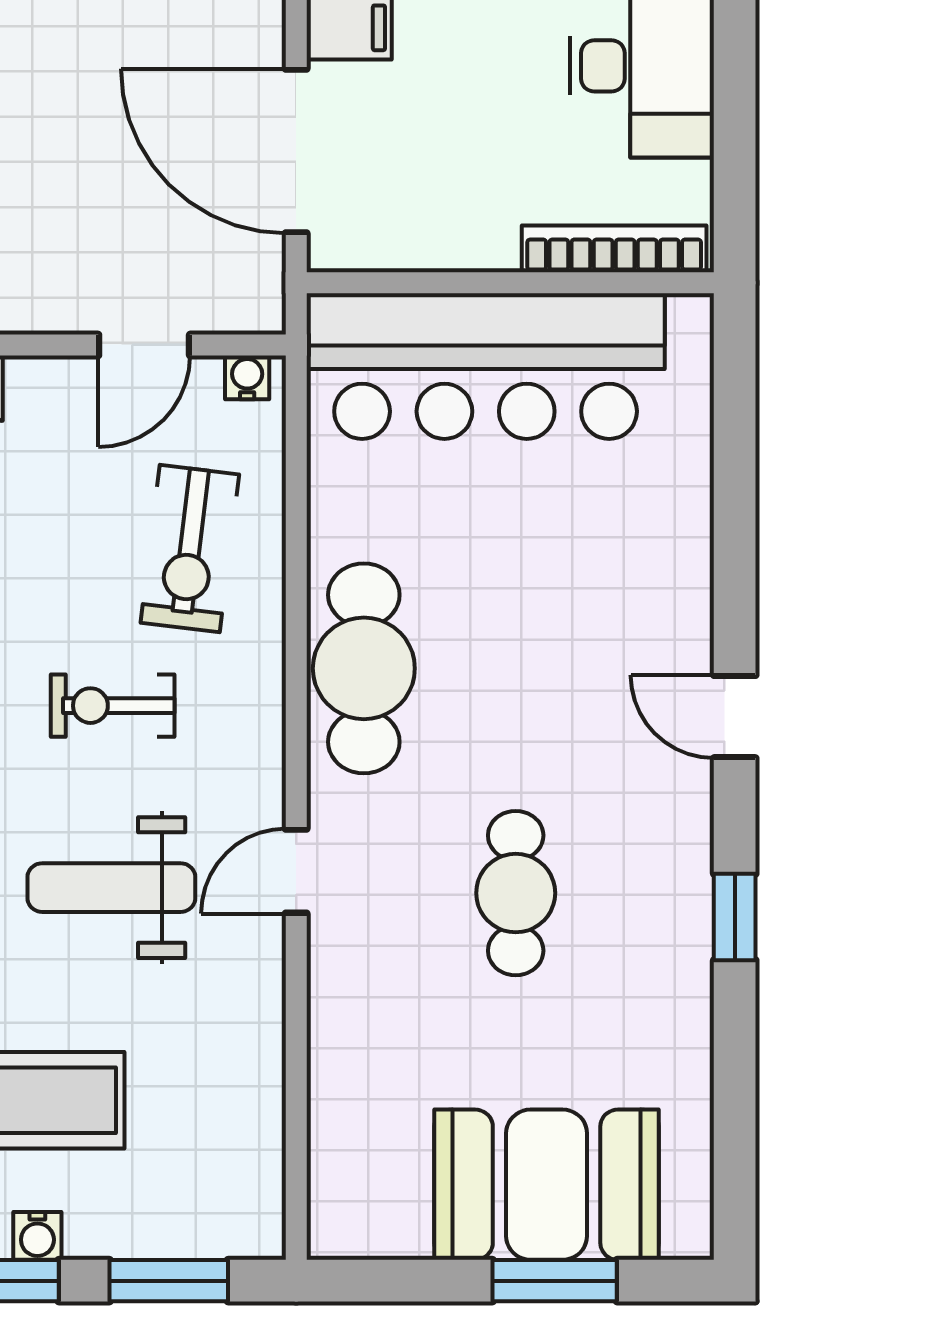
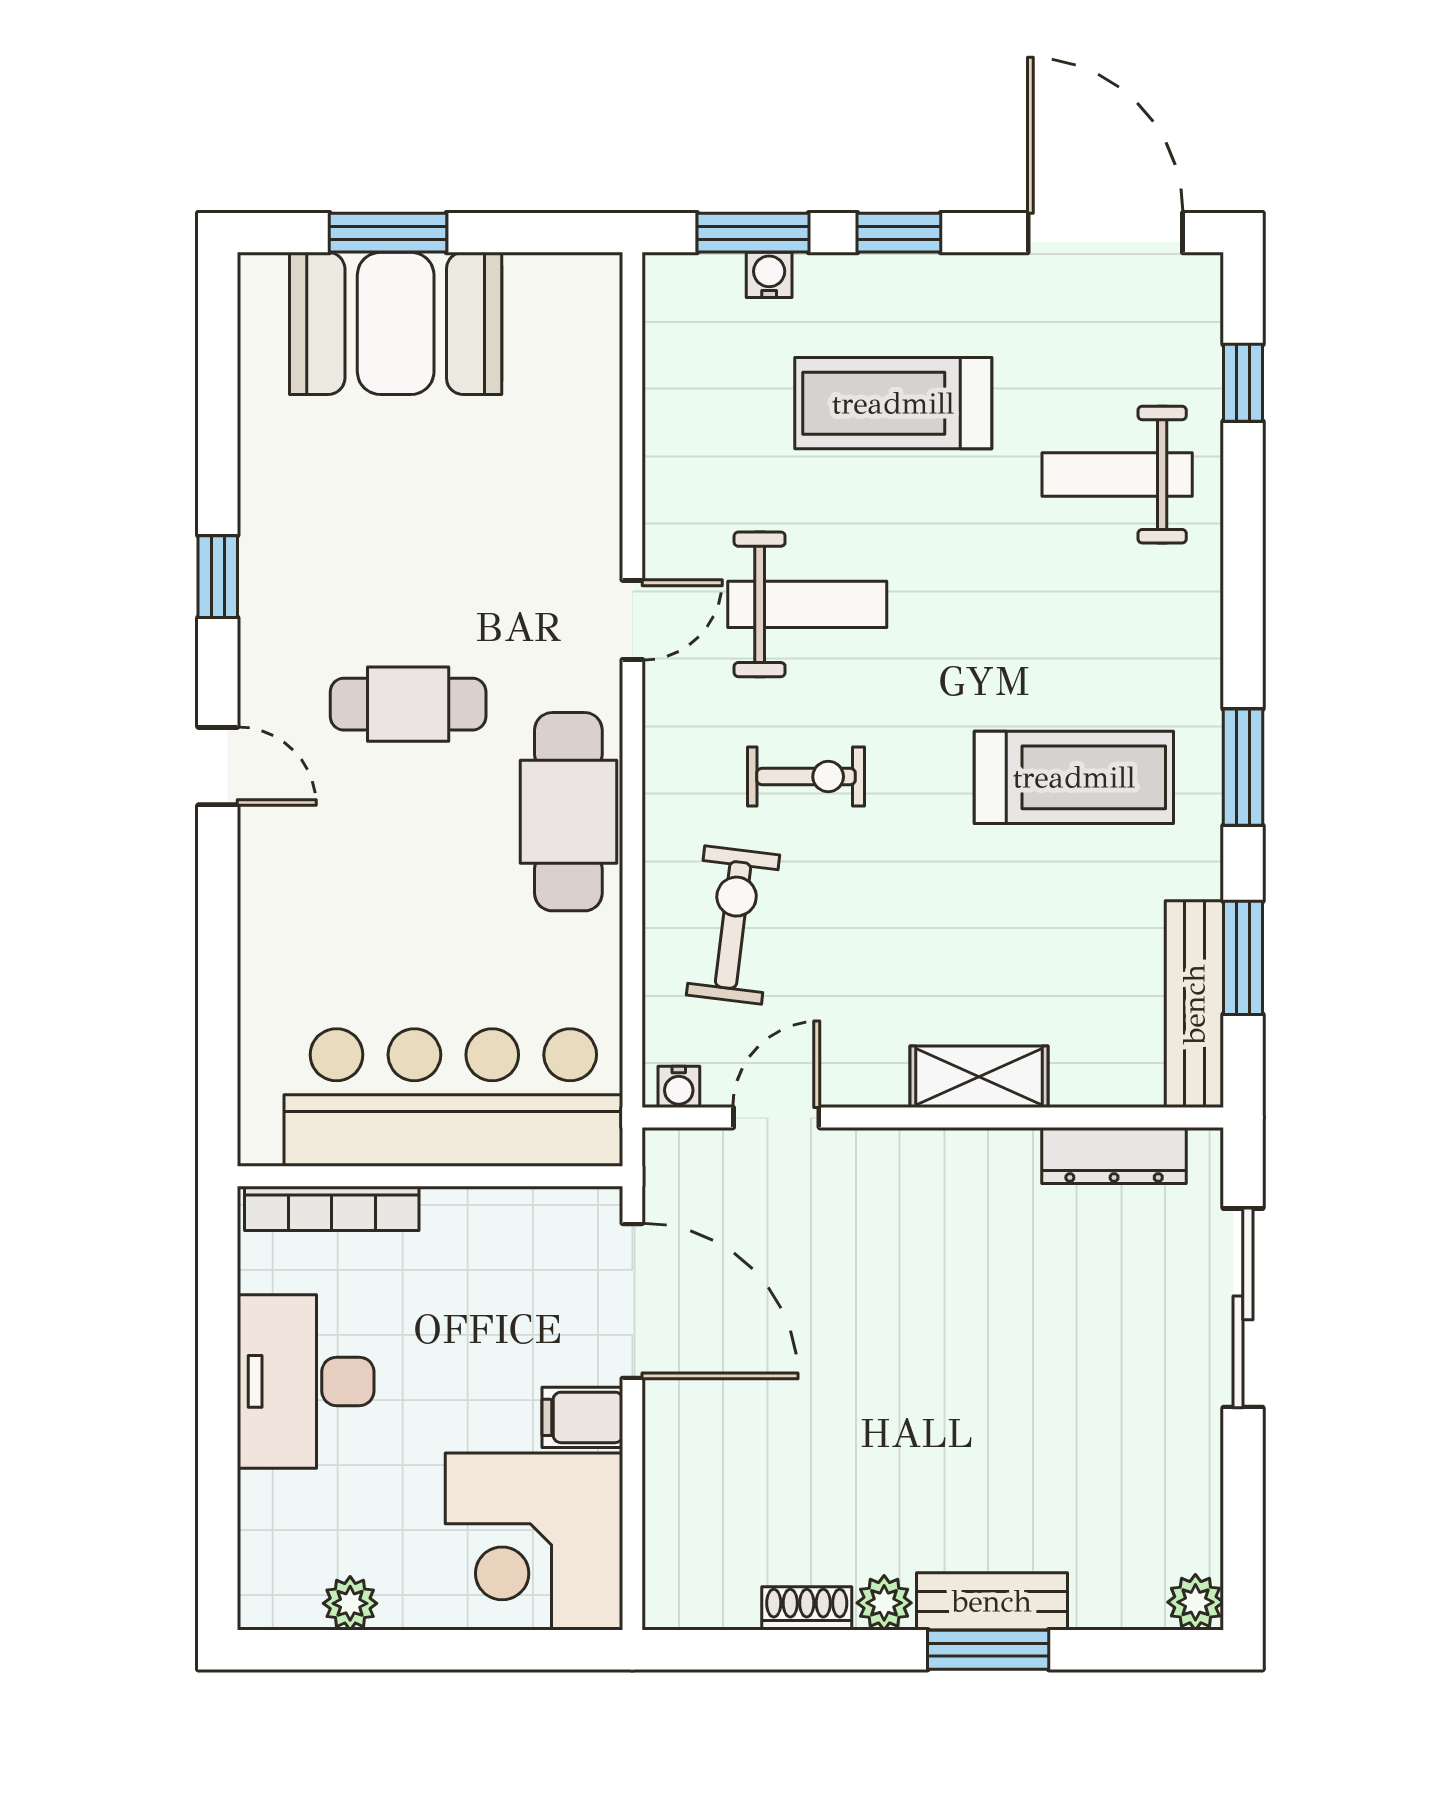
cafe table: (516, 893) -> (408, 704), moved, turned 90
water cooler: (37, 1236) -> (769, 275), moved

